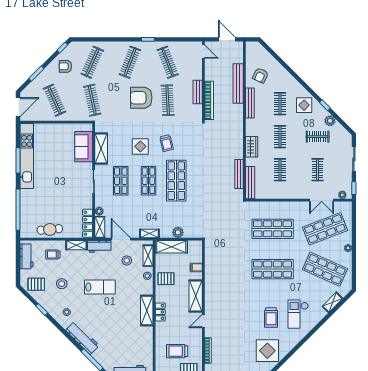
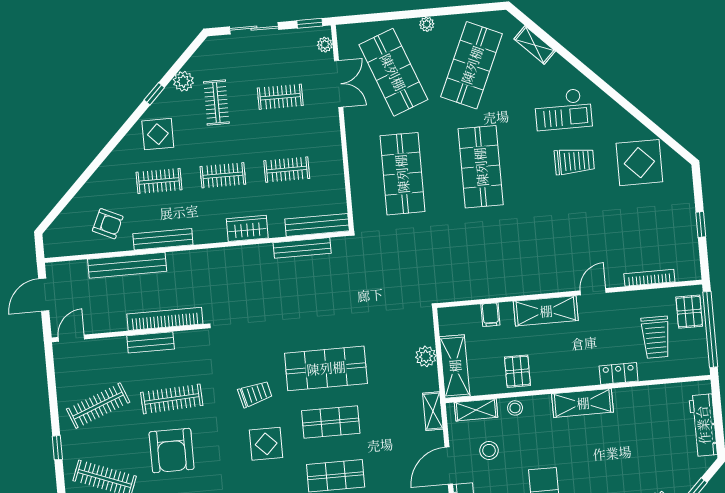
locker: (160, 312) -> (619, 374), moved
door: (203, 321) -> (593, 292), swing flipped

